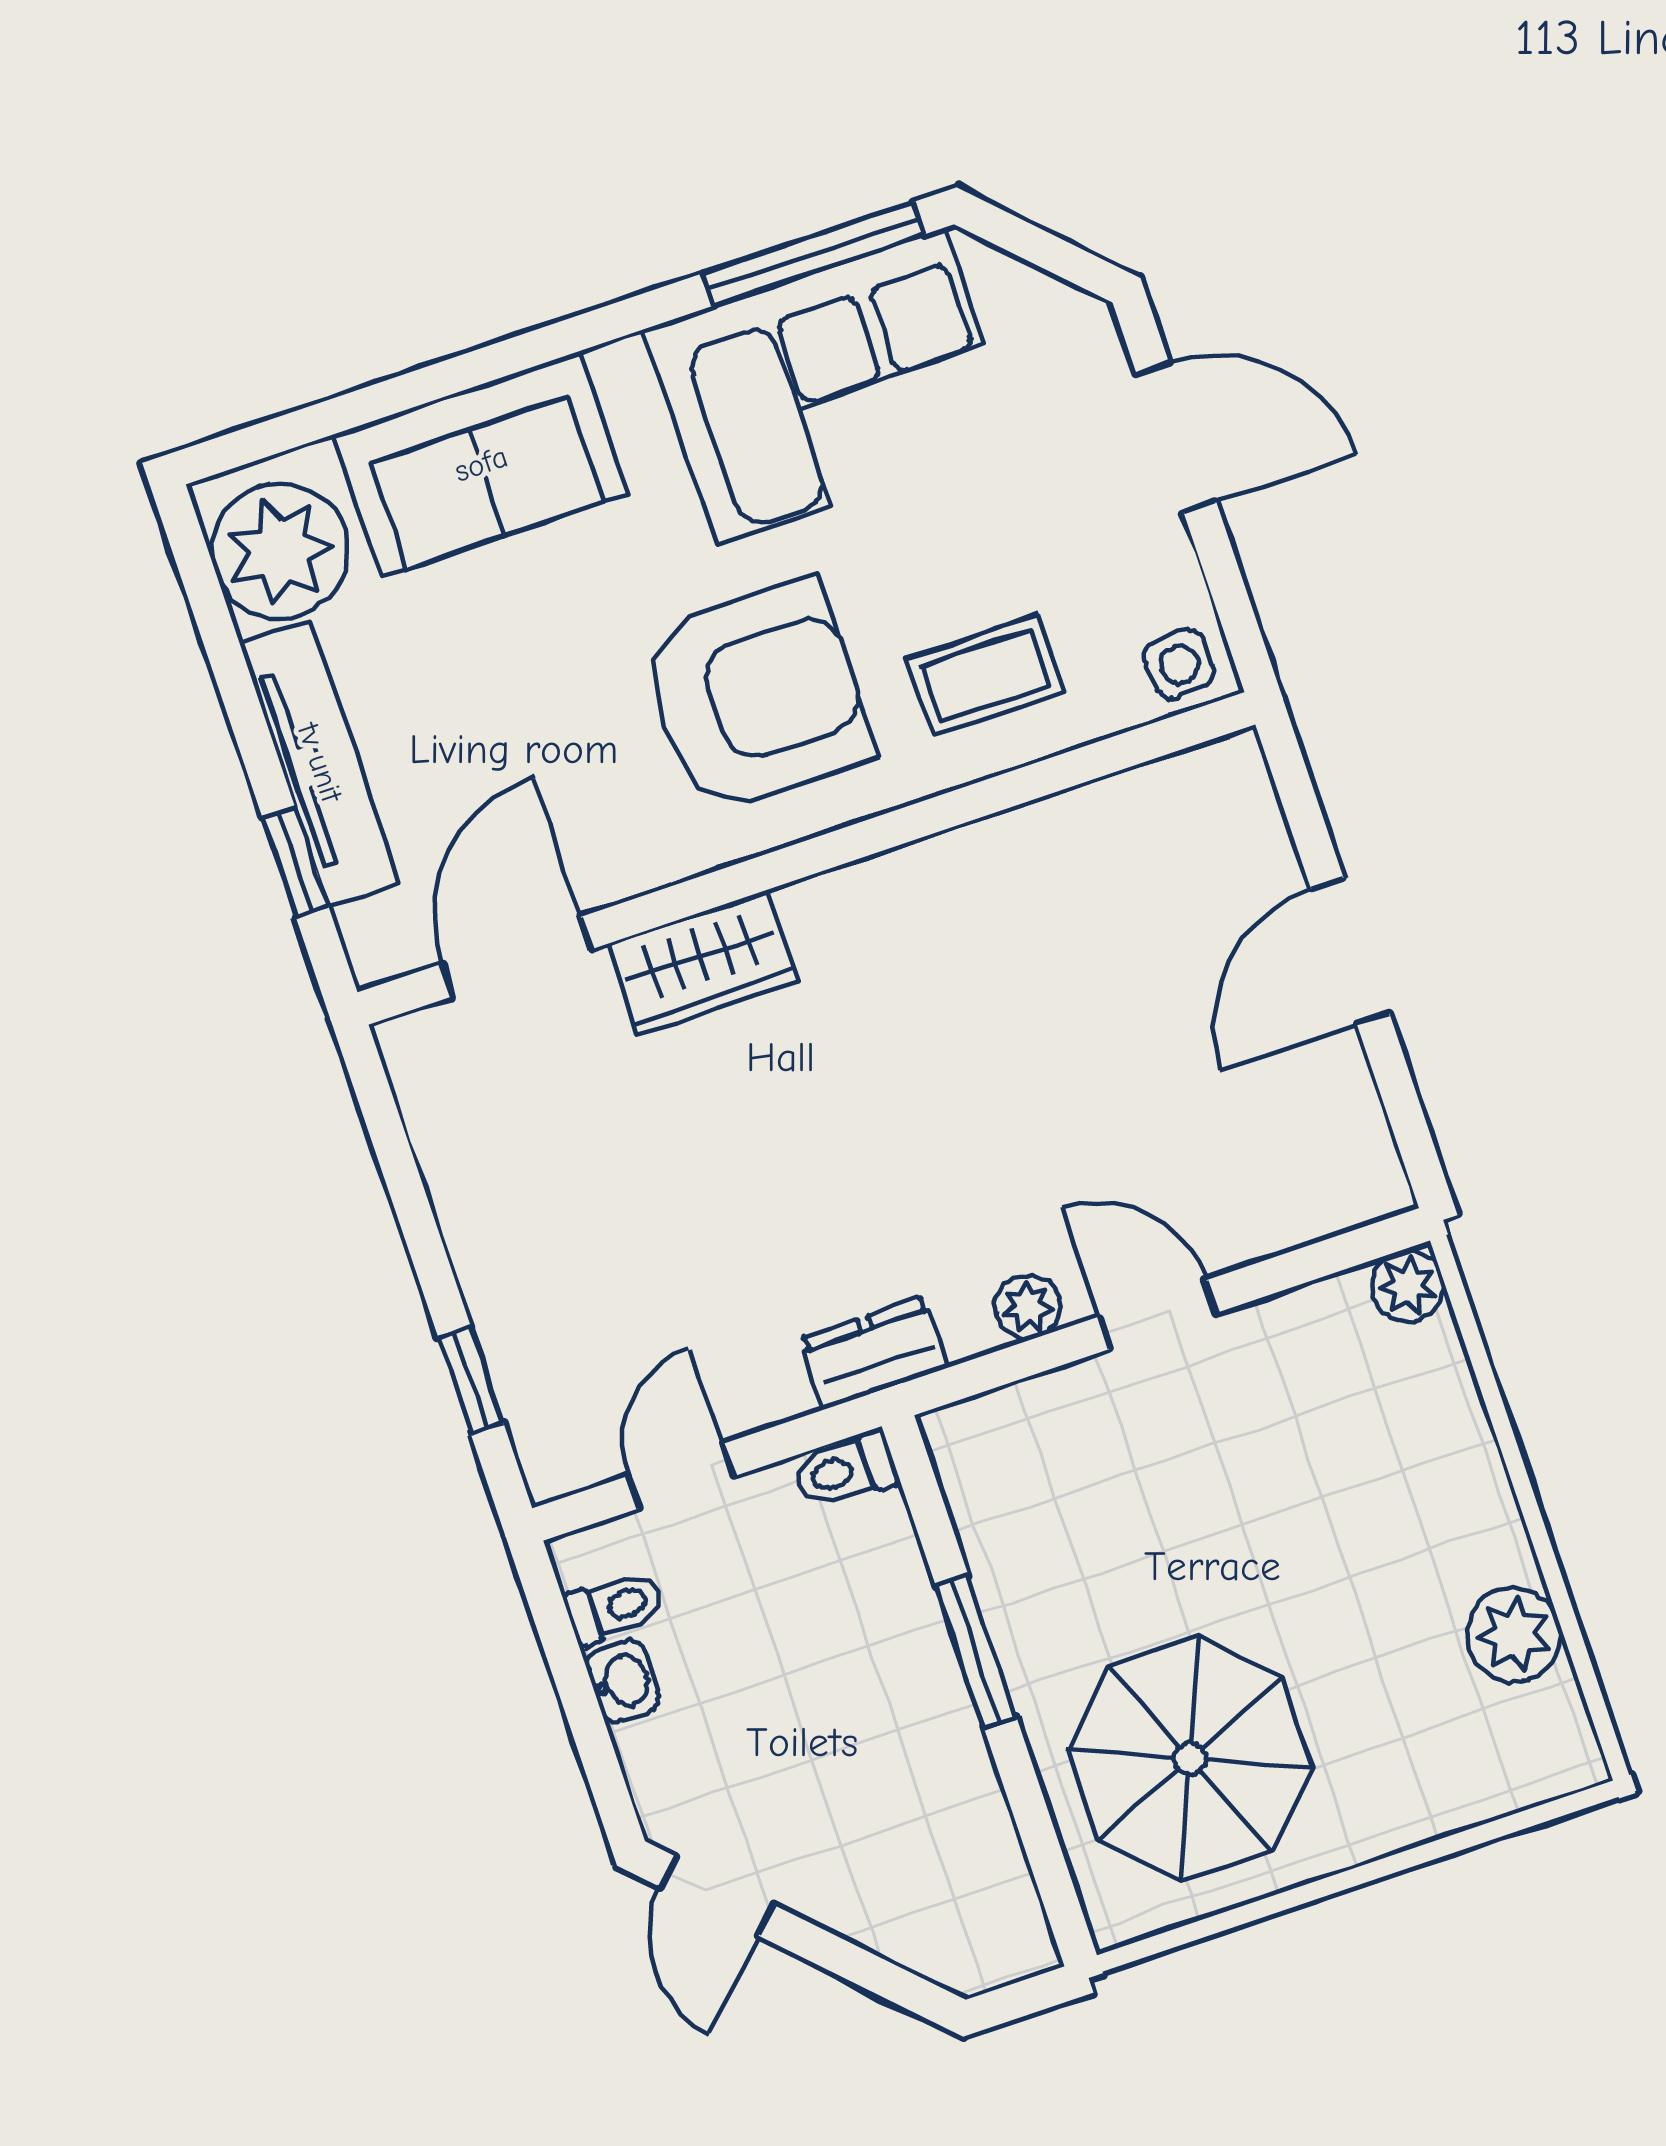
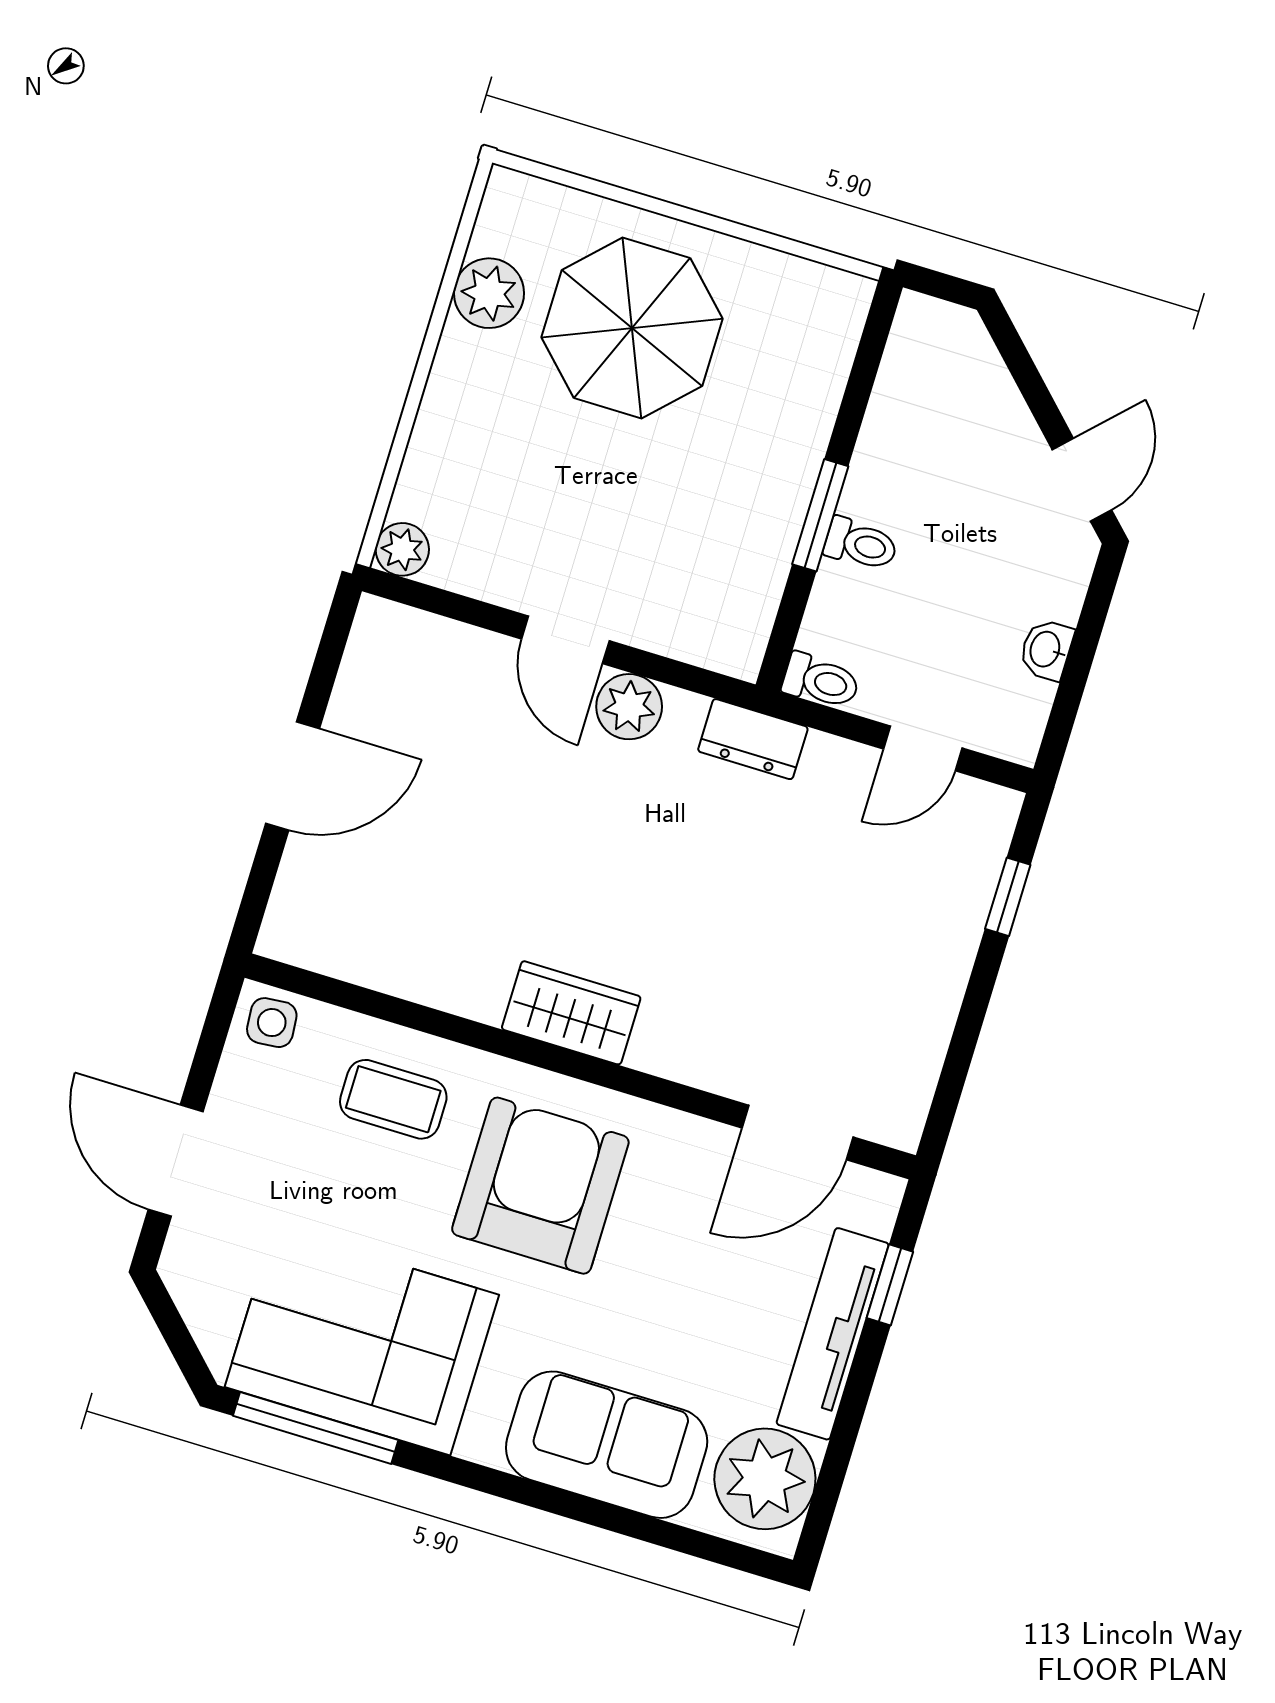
armchair: (757, 696) -> (540, 1186), turned 90
wardrobe: (702, 963) -> (571, 1013), moved
plant: (1028, 1307) -> (629, 707), width x1.38, depth x1.38
toilet: (615, 1607) -> (861, 544), moved, turned 180
parasol: (1190, 1759) -> (632, 328), moved

